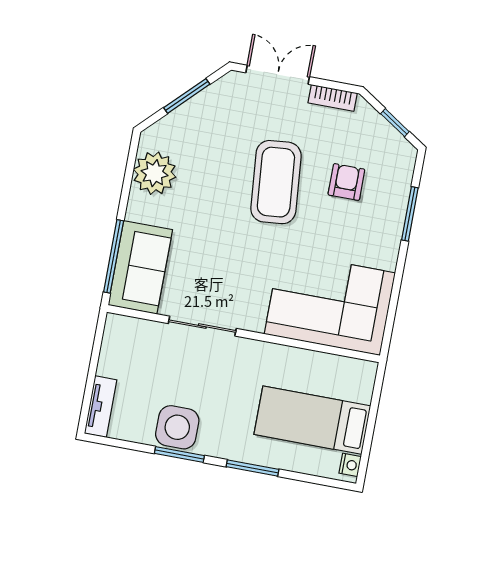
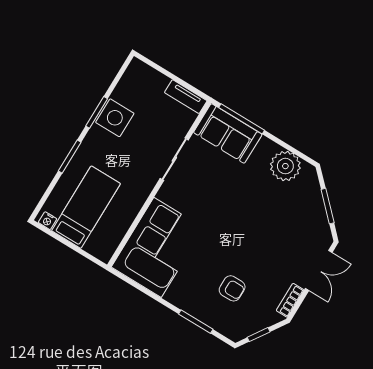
coffee table: (276, 182) -> (250, 243), removed
tv unit: (101, 407) -> (186, 97), moved

